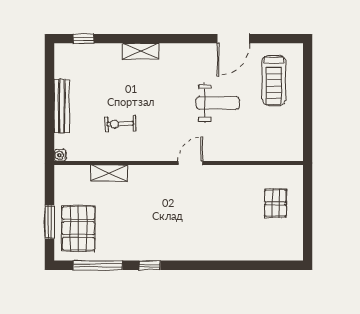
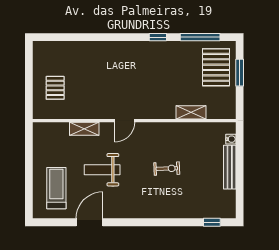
shelving: (140, 51) -> (84, 129), moved
exercise bike: (120, 124) -> (167, 169), moved
water cooler: (60, 155) -> (231, 139), moved

